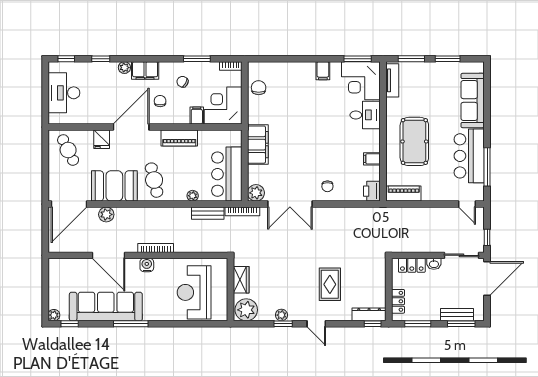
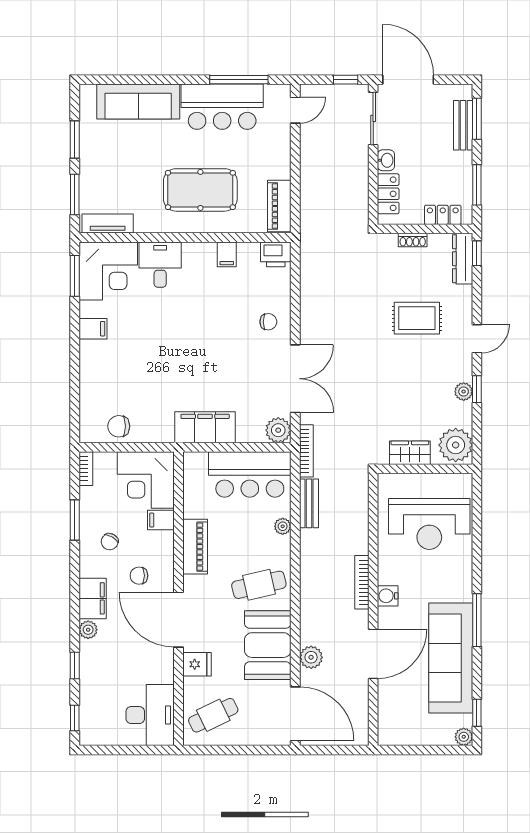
desk: (64, 93) -> (150, 715), moved, turned -90
shoe rack: (381, 281) -> (413, 240), added

